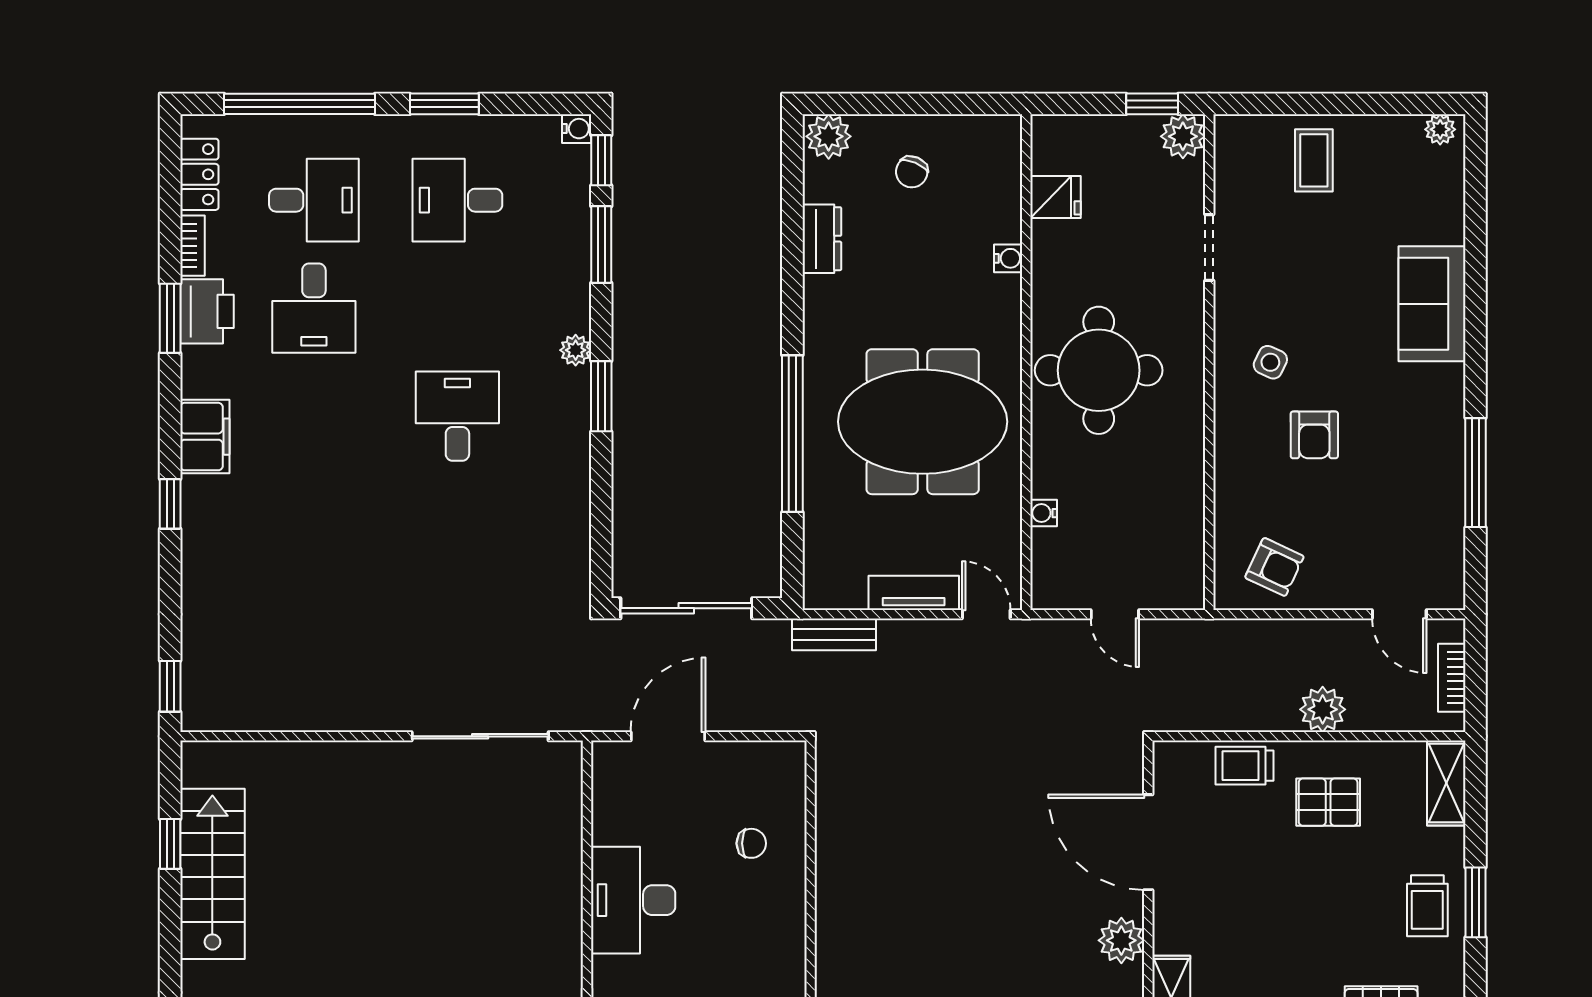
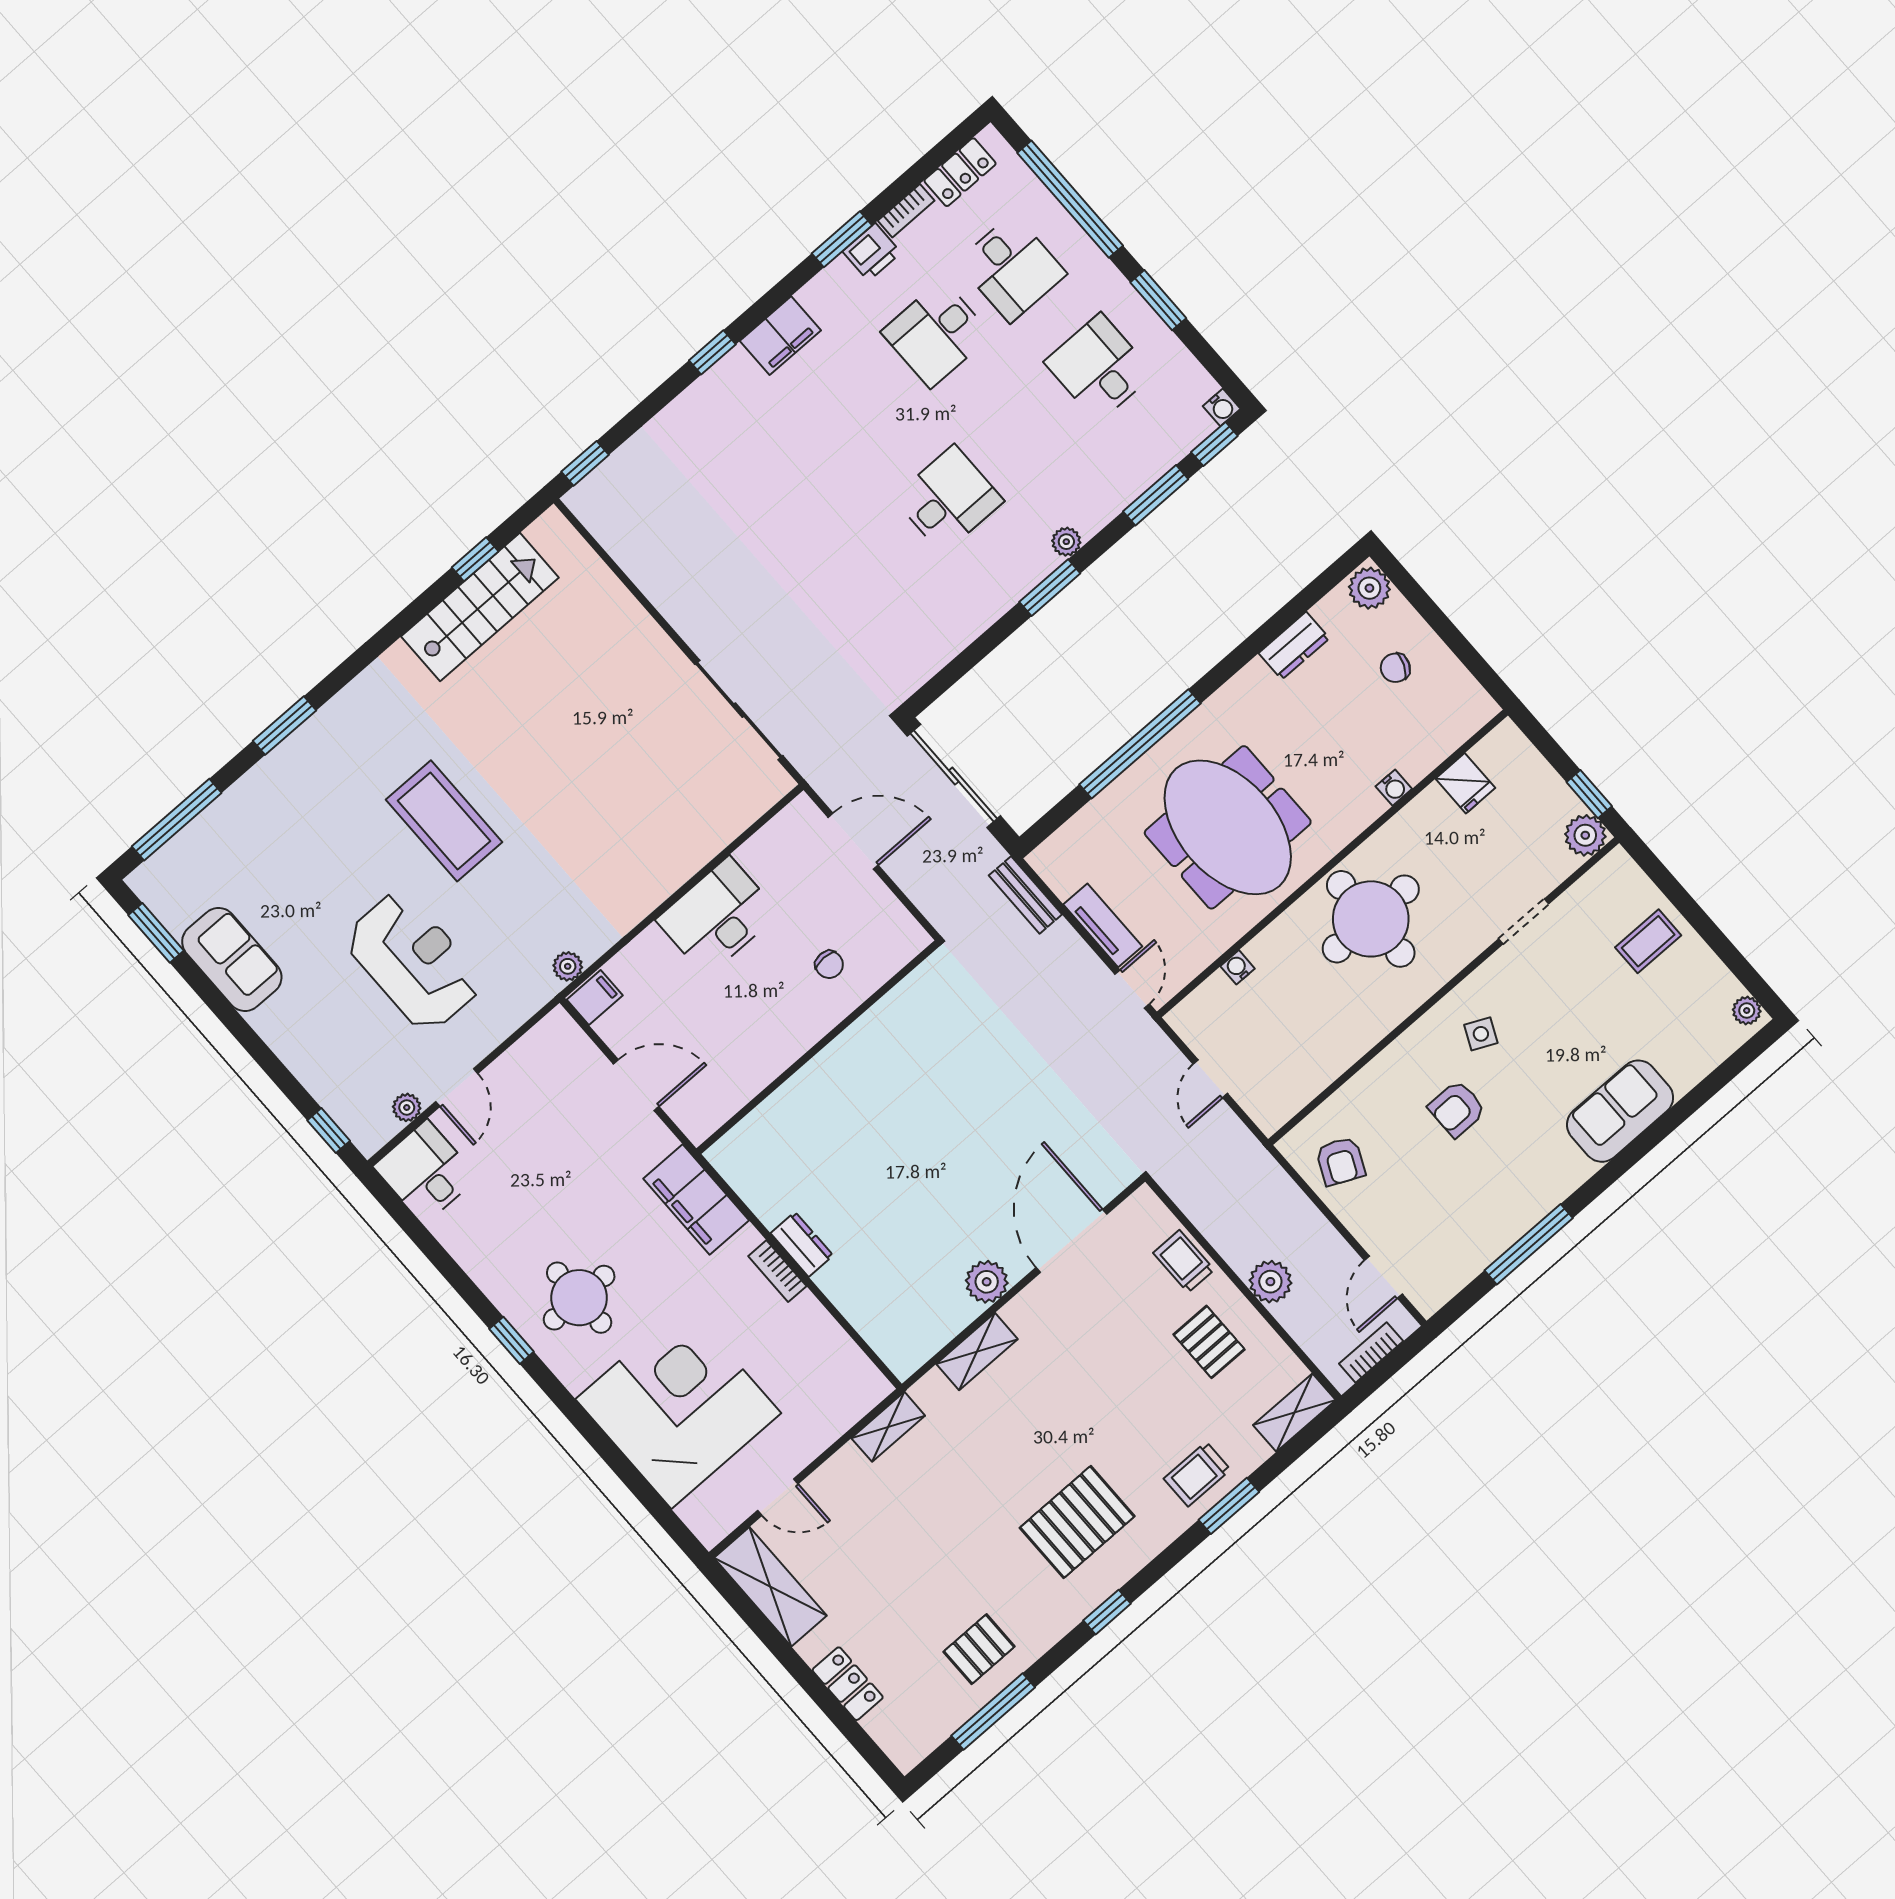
printer: (207, 311) -> (872, 252), width x0.73, depth x0.81

